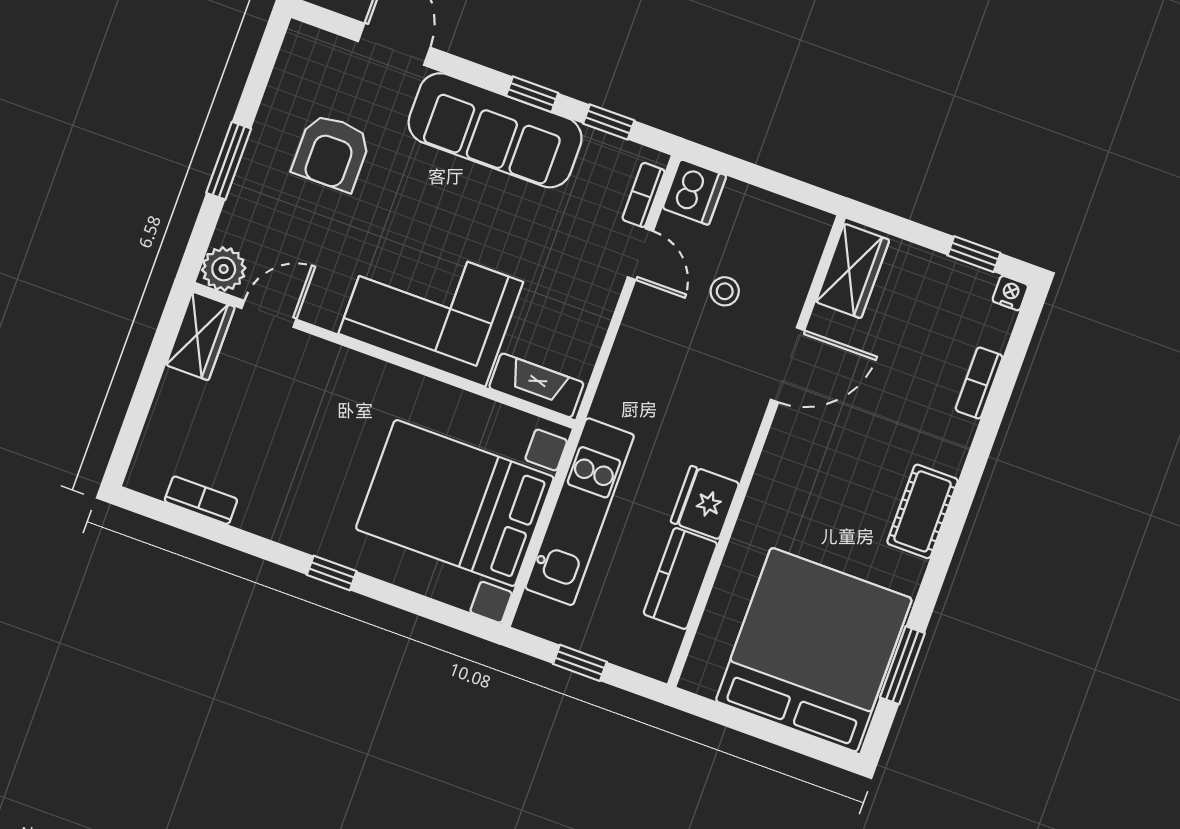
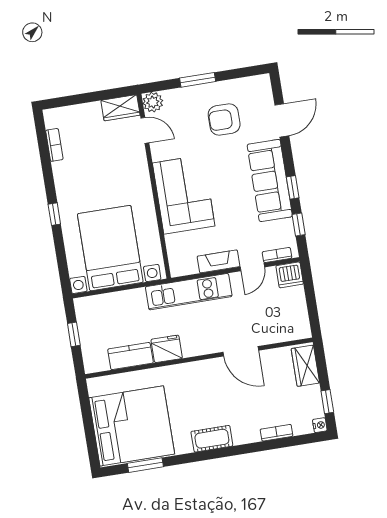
wardrobe: (853, 271) -> (305, 366), moved, turned 90
stool: (725, 291) -> (256, 309), removed
fireplace: (536, 385) -> (218, 261), moved, turned -90
kitchen unit: (580, 512) -> (189, 292), moved

